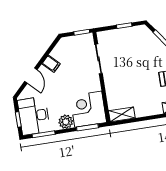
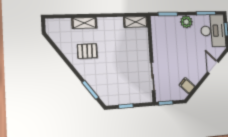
filing cabinet: (51, 64) -> (187, 86), moved
corner desk: (88, 109) -> (166, 31), removed

